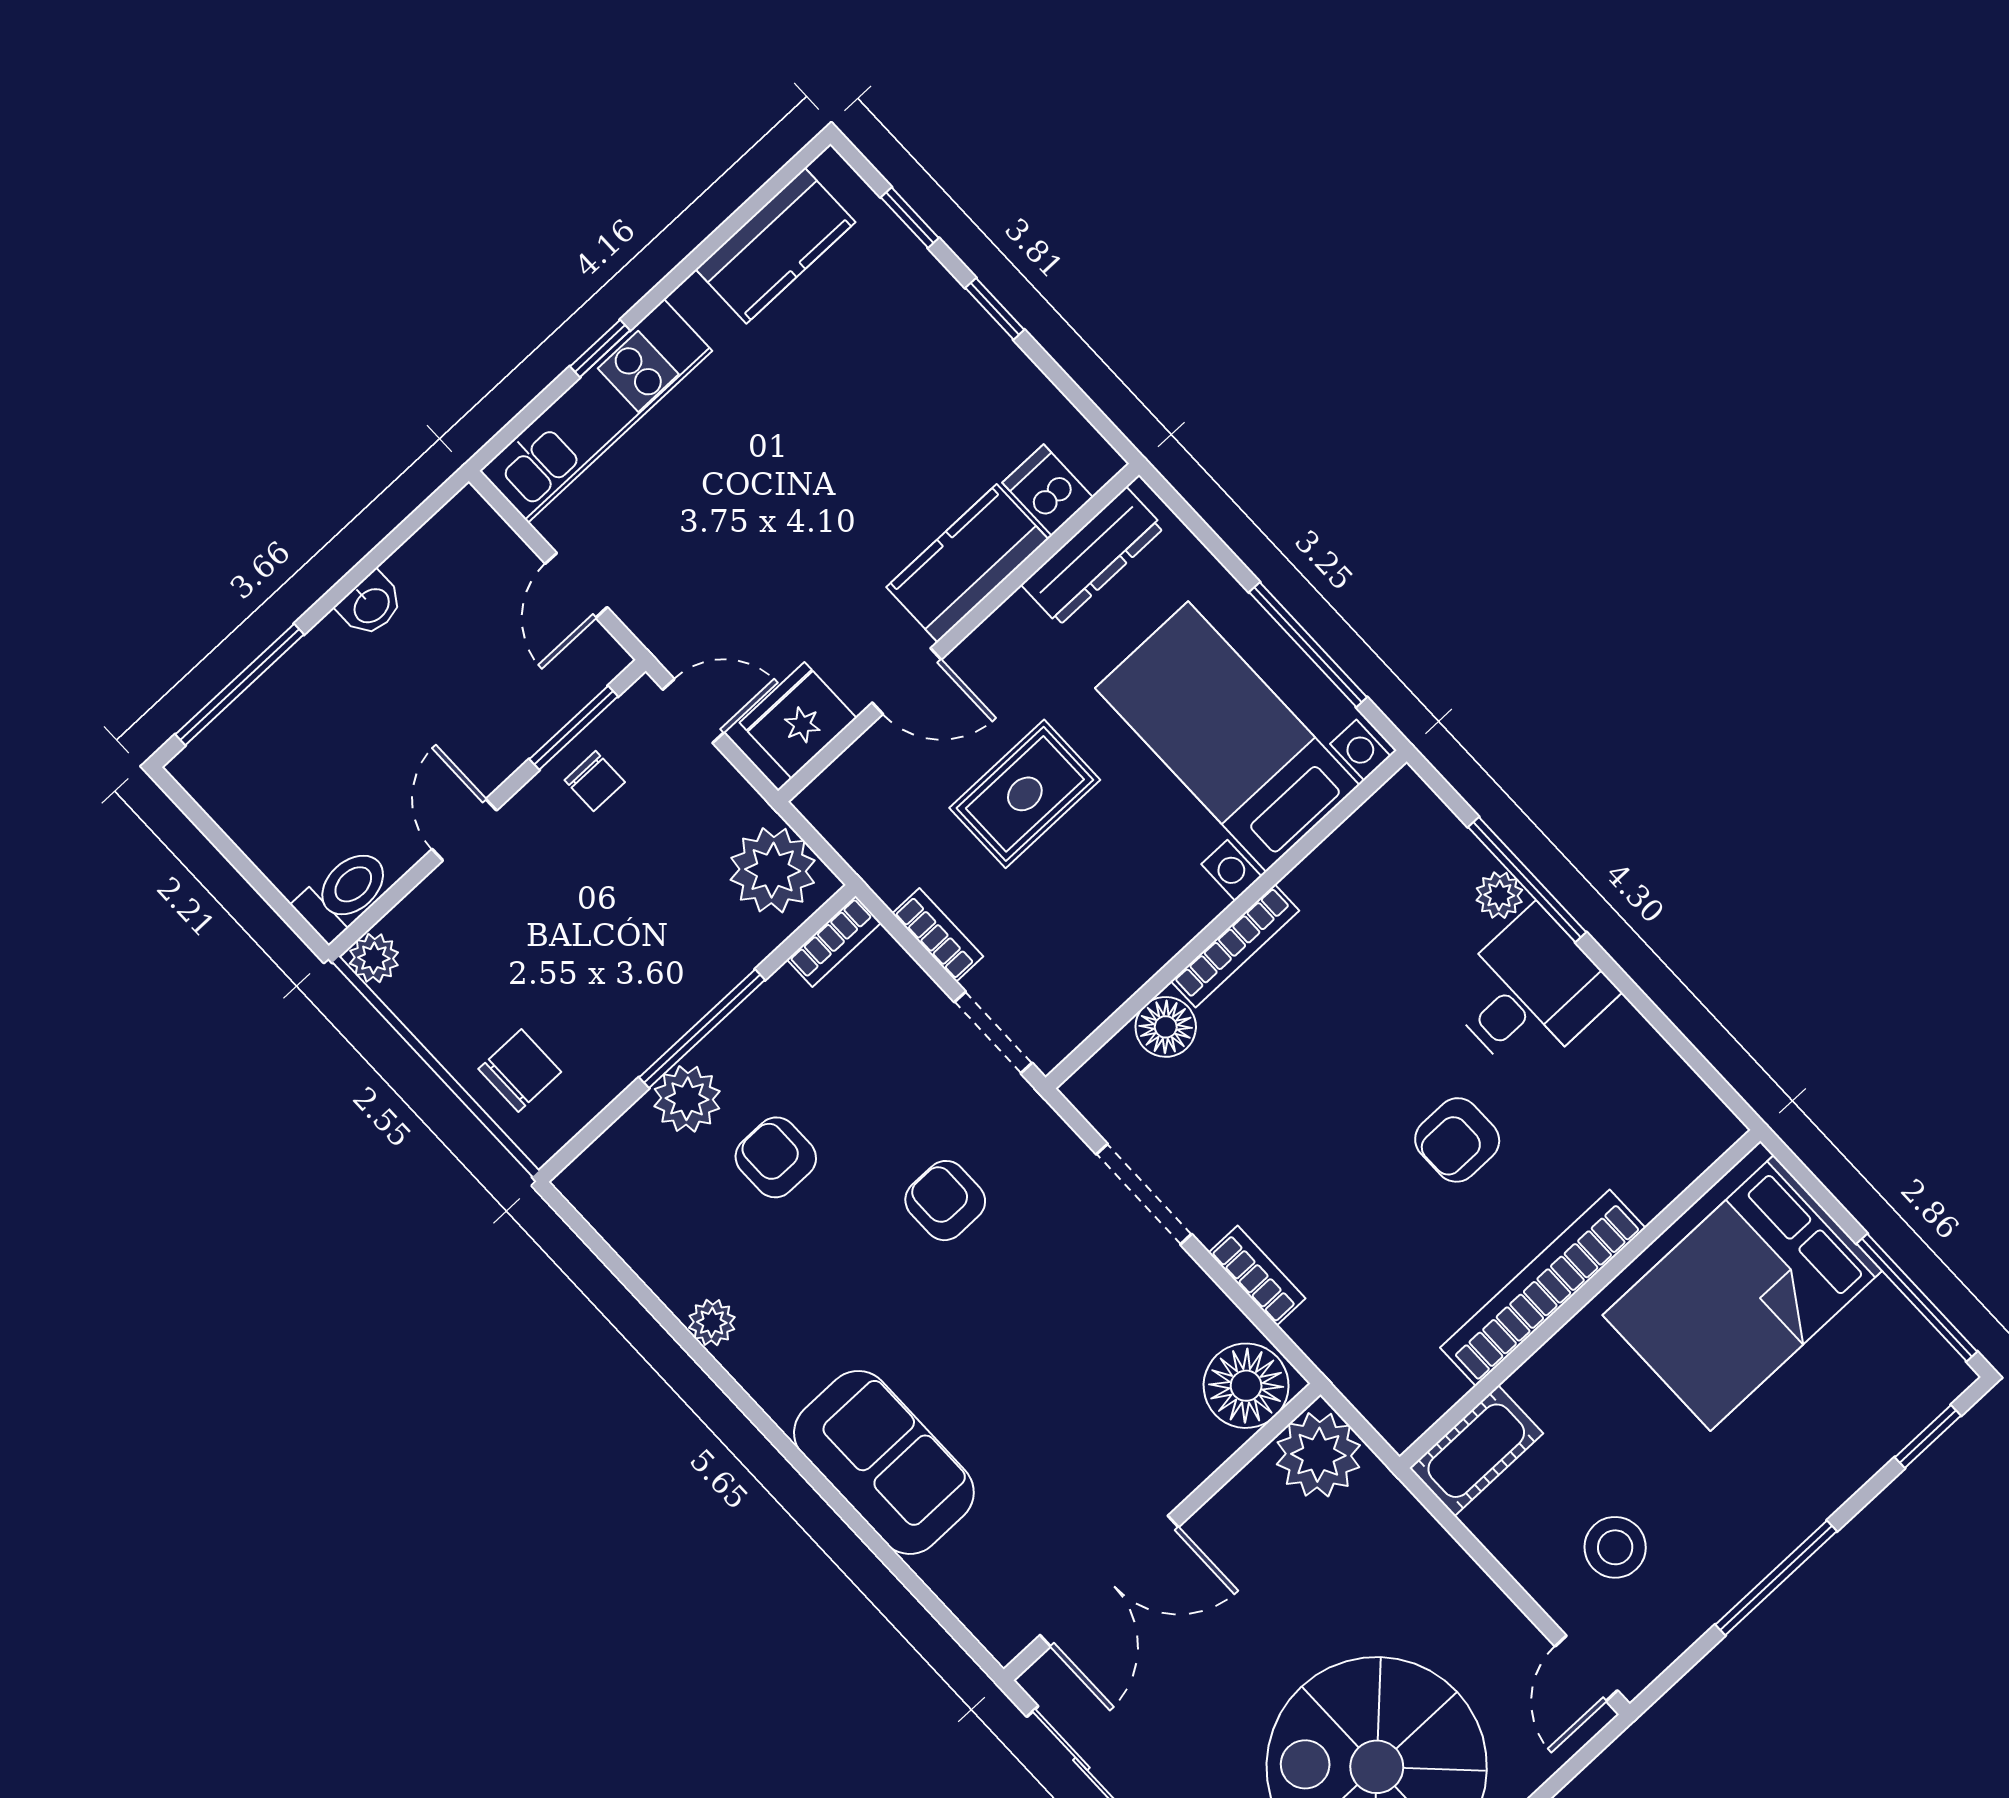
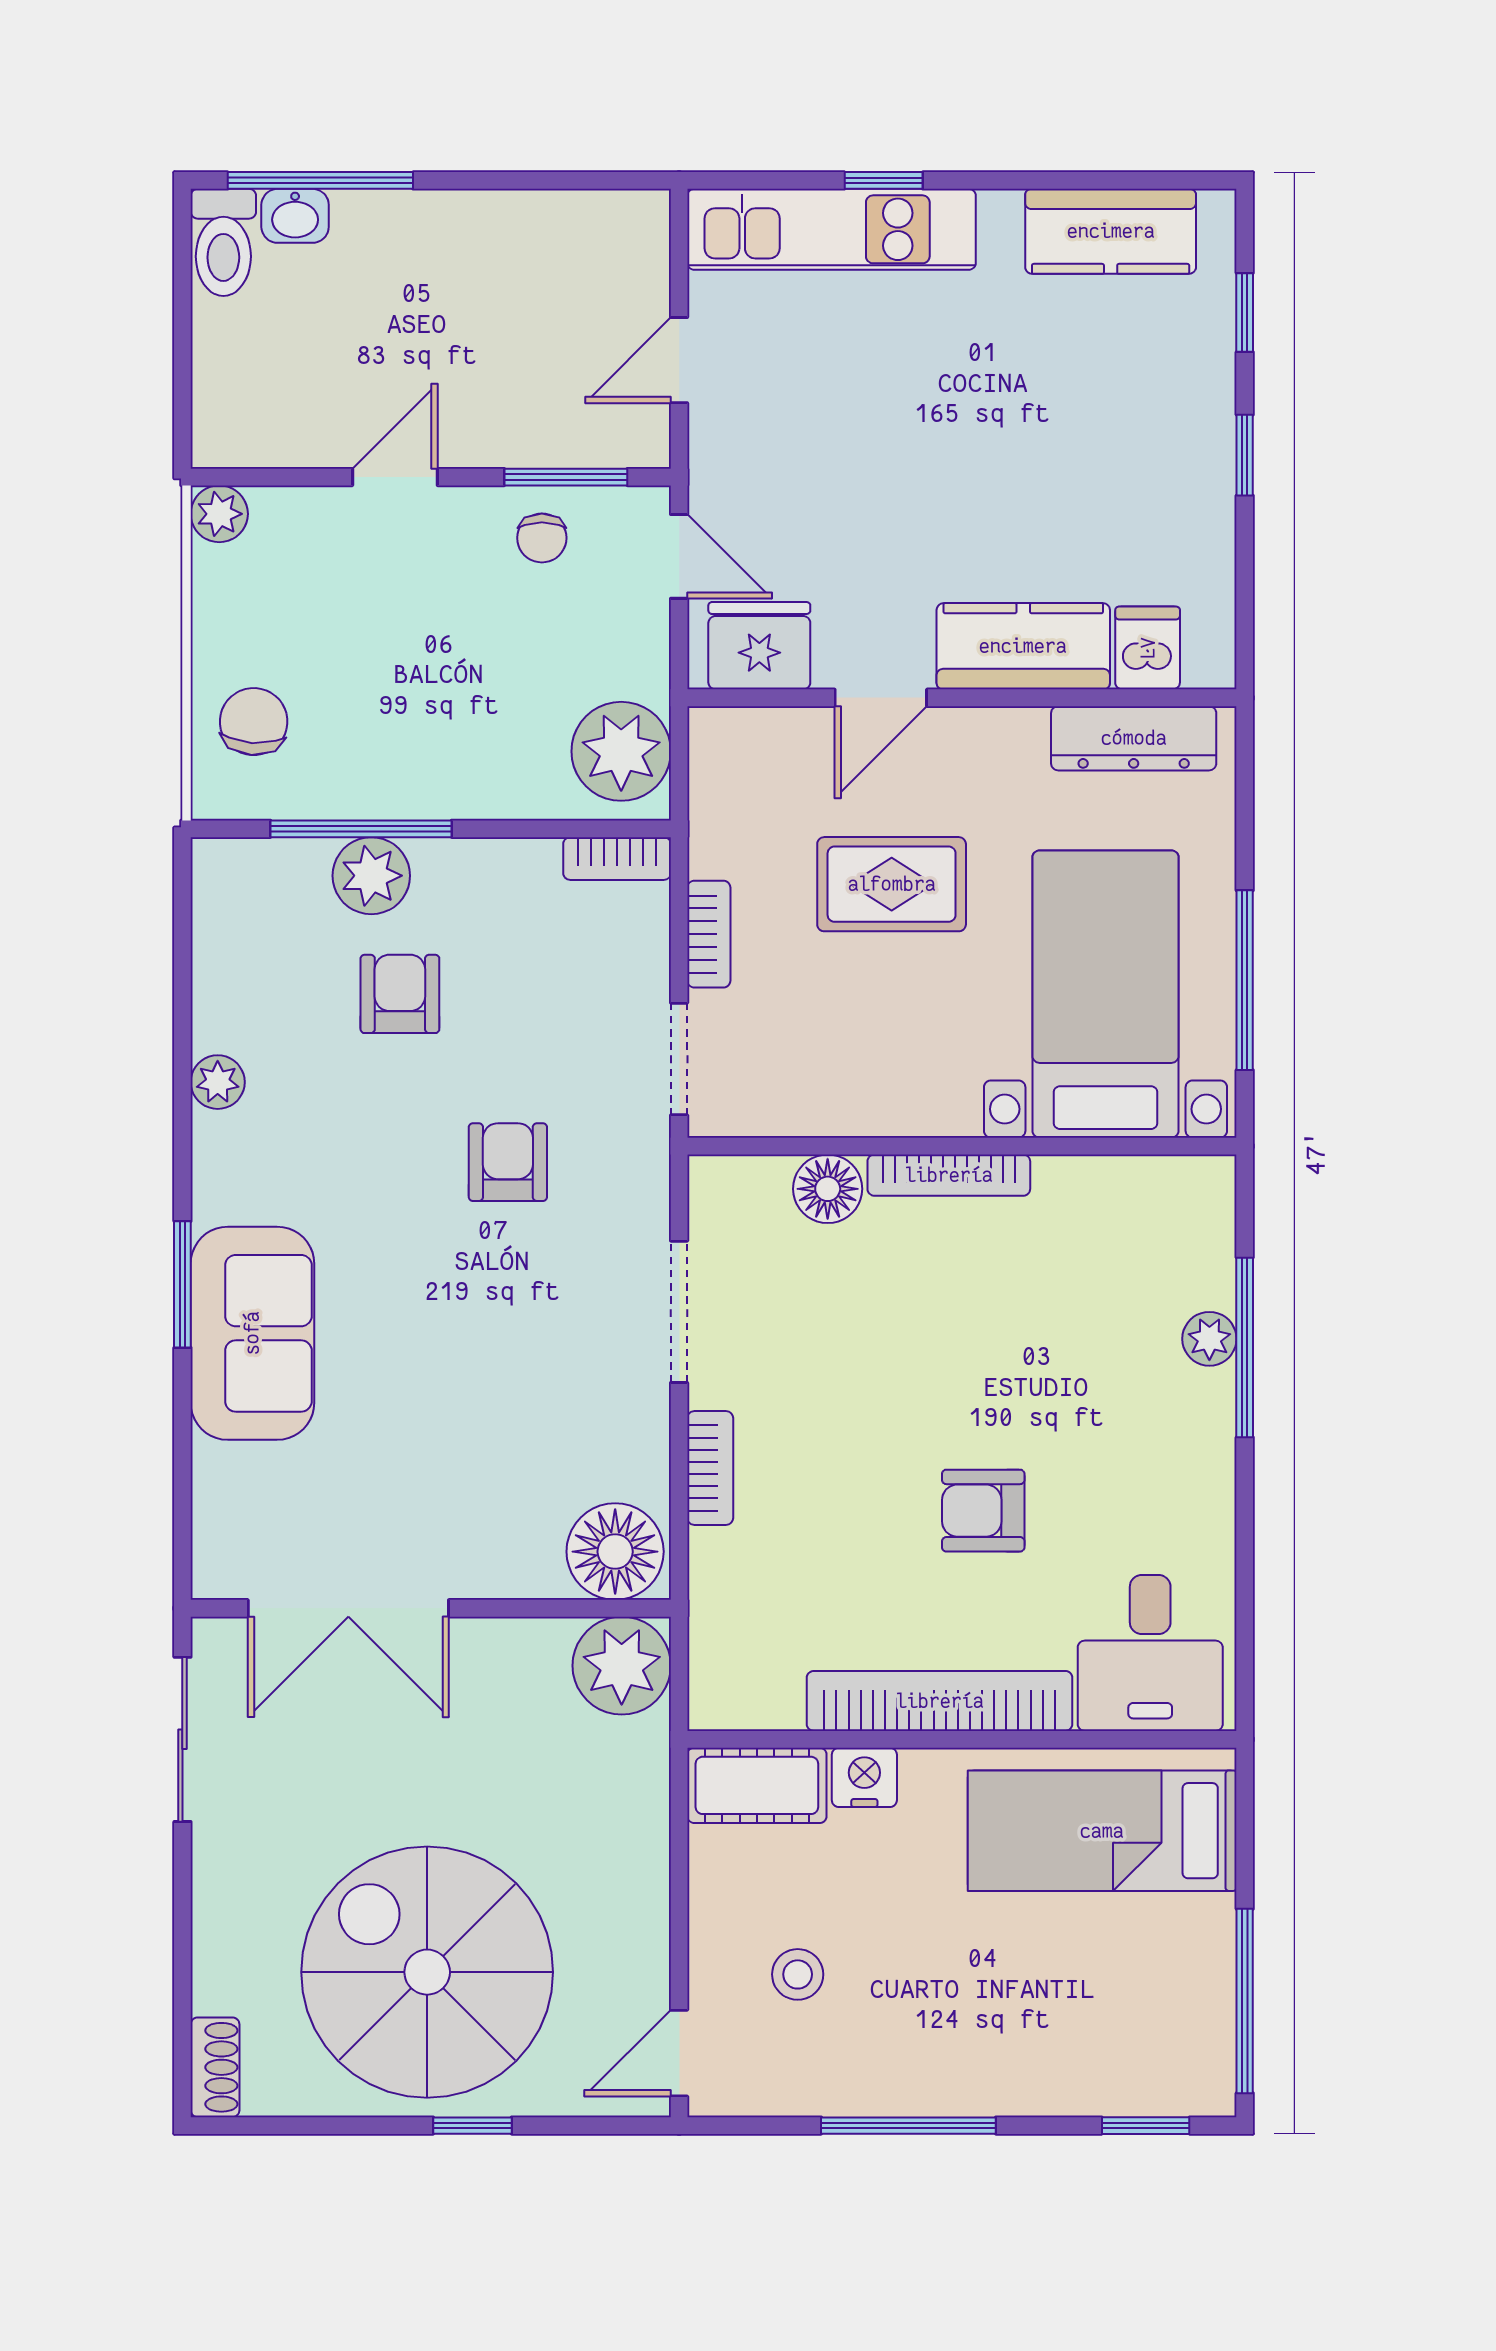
washbasin: (371, 605) -> (295, 216), moved
door: (907, 681) -> (881, 698), hinge flipped
toilet: (344, 893) -> (223, 242), moved, turned 90
desk: (1529, 993) -> (1150, 1653), moved, turned 90
window: (702, 1029) -> (361, 829), moved
chair: (520, 1070) -> (254, 722), turned -86
bed: (1742, 1293) -> (1102, 1831), width x0.67
nightstand: (1540, 1381) -> (864, 1777), added
window: (810, 1473) -> (182, 1284), added
stool: (1615, 1547) -> (798, 1974), width x0.73, depth x0.73

